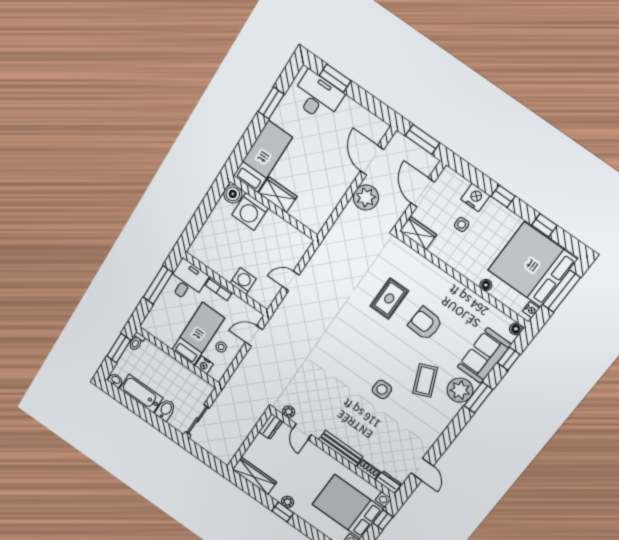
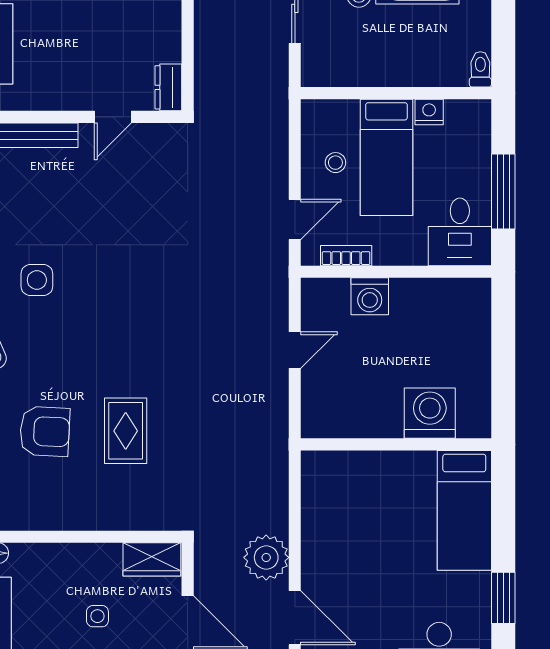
boiler: (233, 194) -> (474, 422), removed
wardrobe: (278, 195) -> (403, 469), removed
bookcase: (219, 289) -> (346, 256), moved
window: (119, 348) -> (503, 36), removed
nightstand: (204, 365) -> (429, 112), moved
plant: (289, 412) -> (157, 135), removed
door: (302, 432) -> (113, 117), swing flipped

